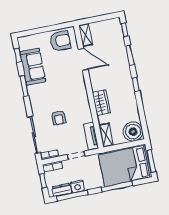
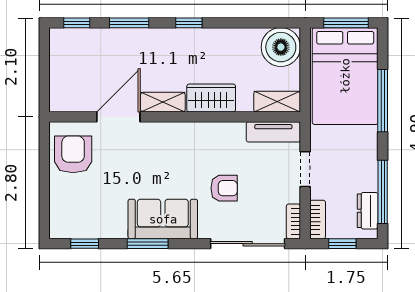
shelving: (86, 35) -> (163, 102), moved
sofa: (33, 67) -> (163, 219), moved
nightstand: (77, 186) -> (367, 178), removed

